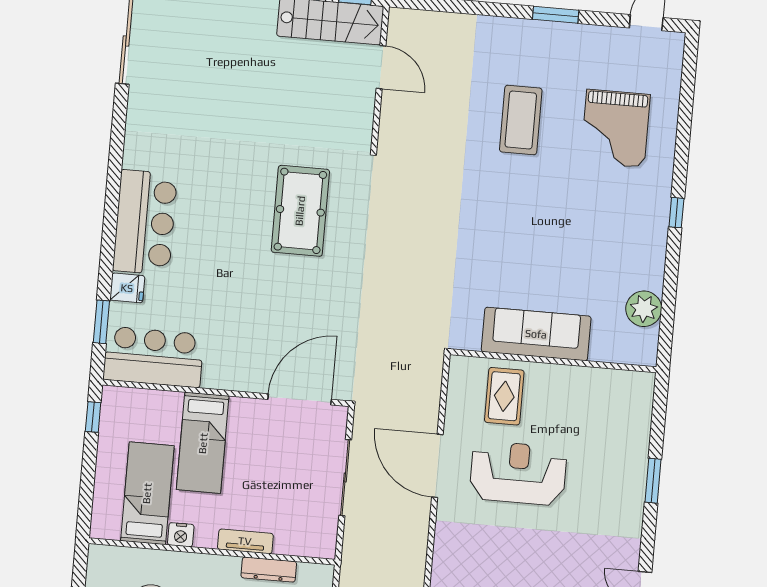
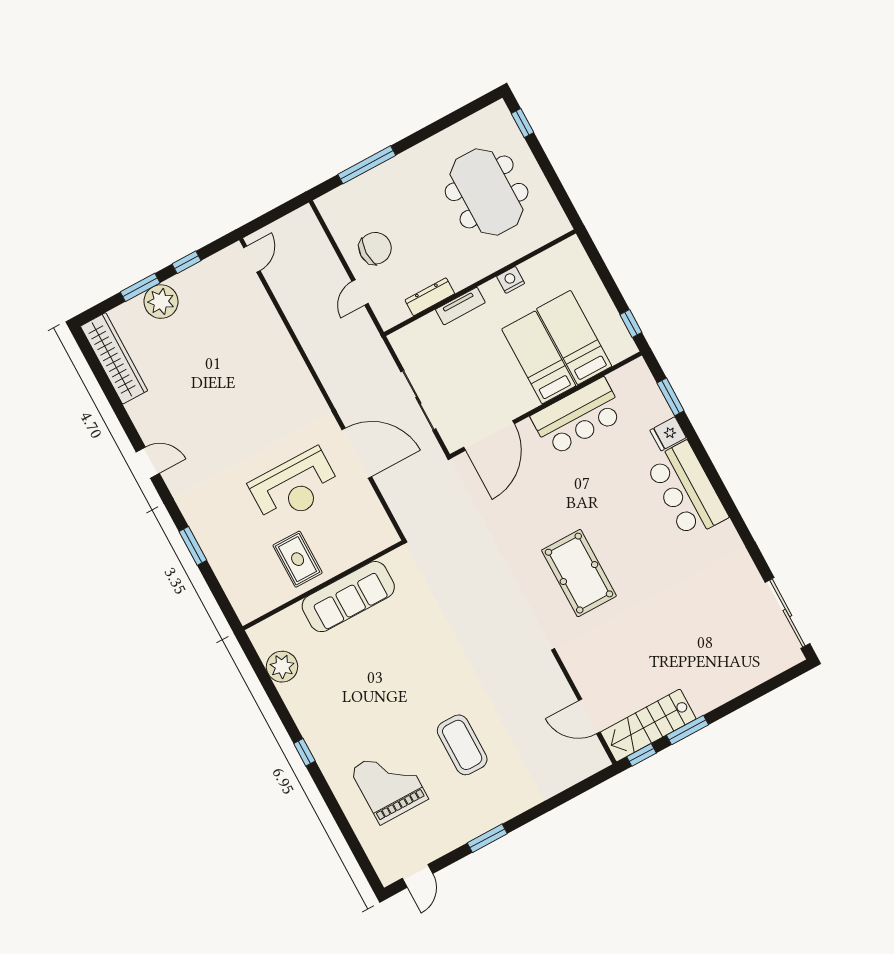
bar counter: (153, 357) -> (578, 417), moved
rug: (504, 396) -> (298, 559), moved
bed: (147, 493) -> (574, 338), moved, turned 180

